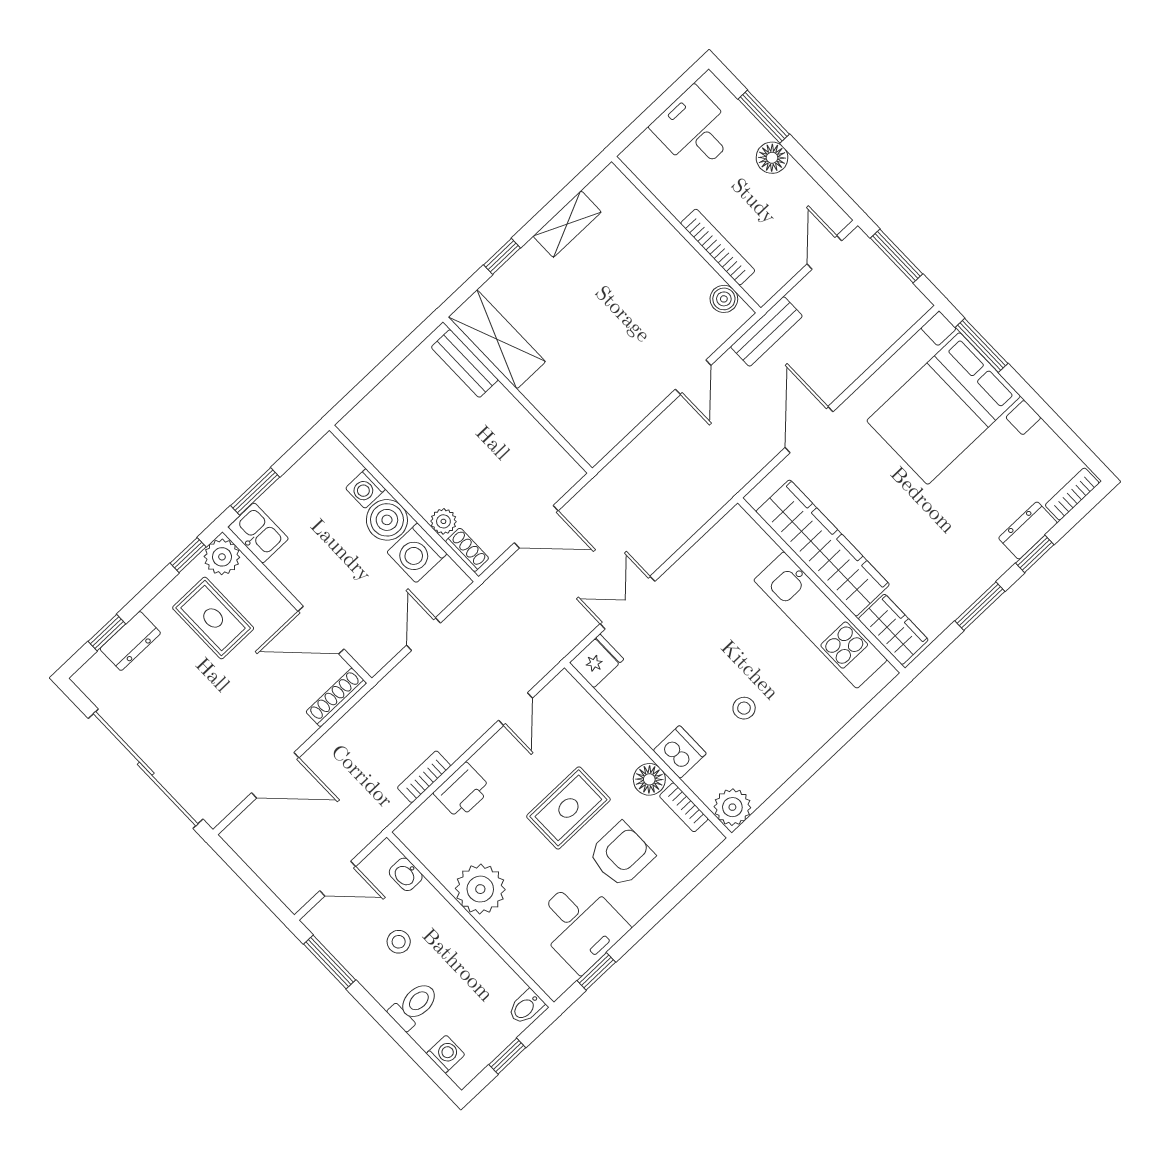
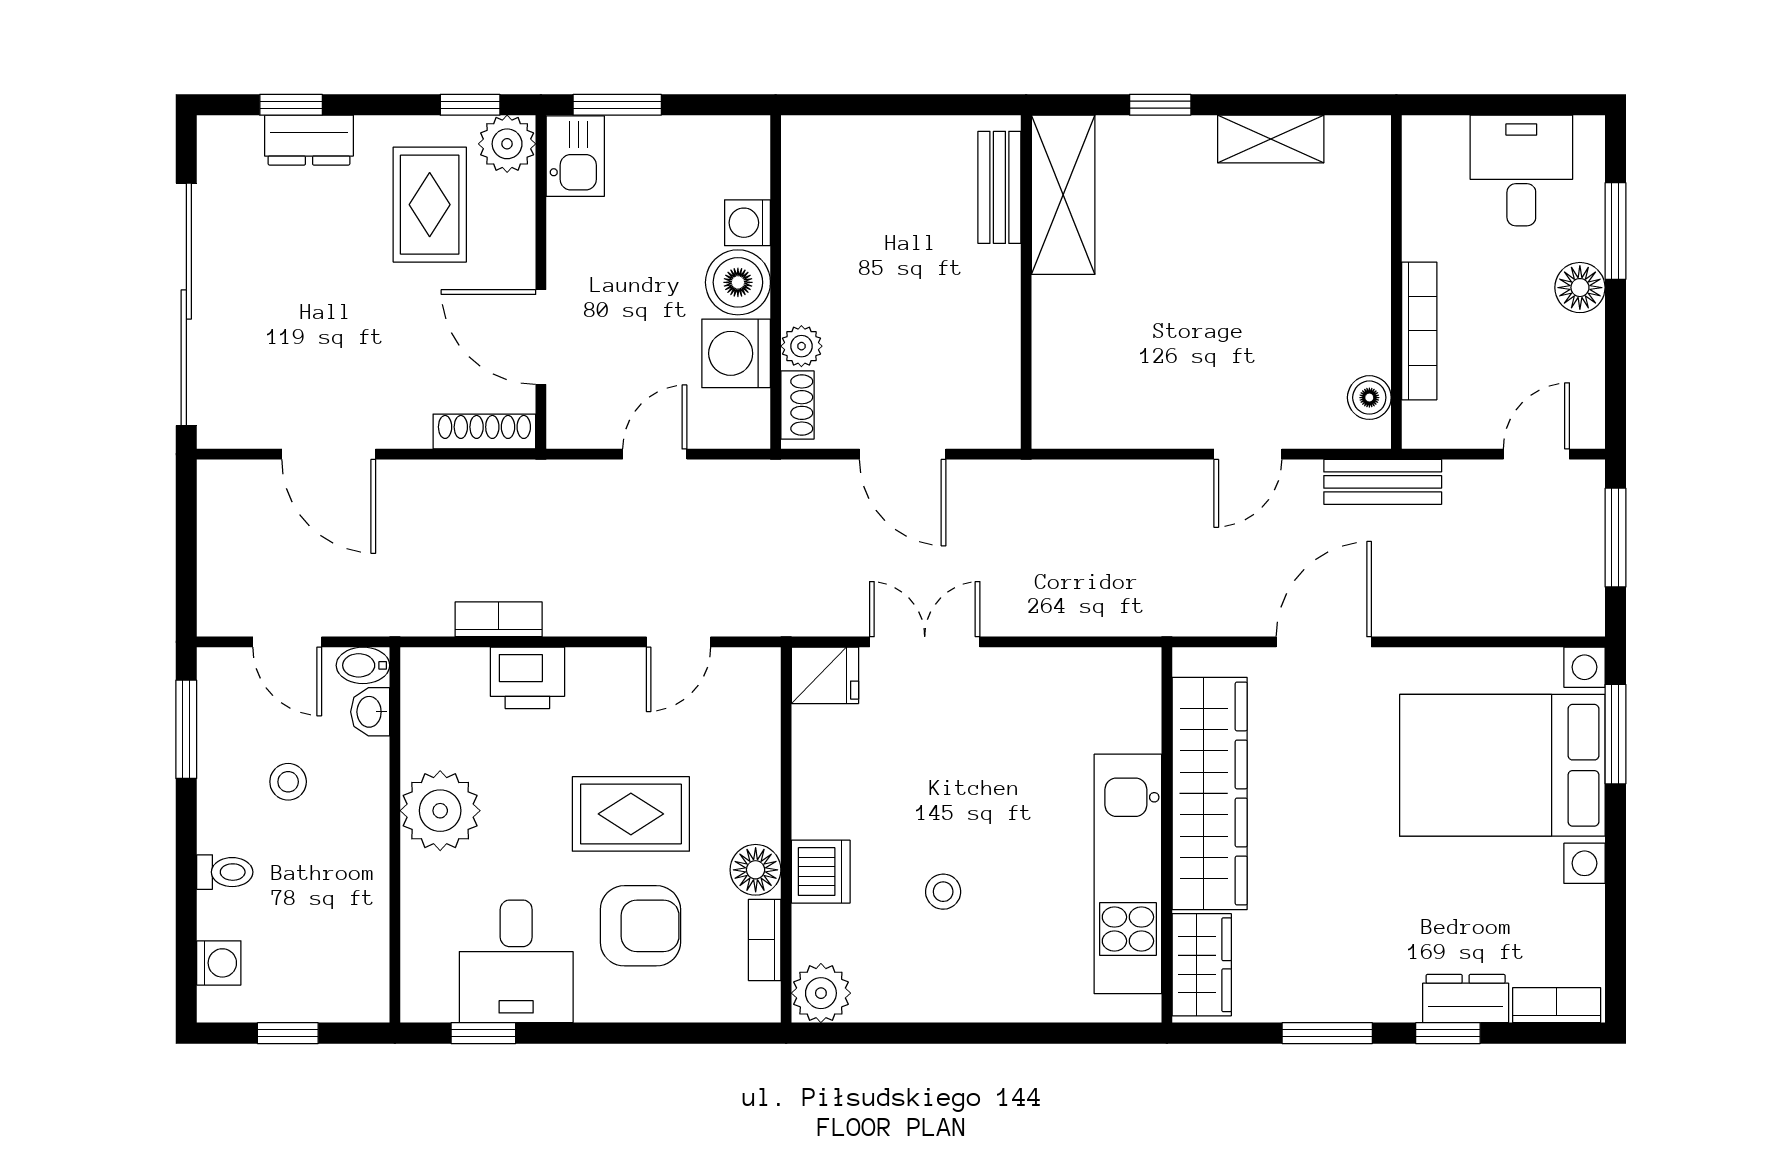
toilet: (414, 1005) -> (225, 872), width x0.73, depth x0.72
bidet: (526, 1007) -> (363, 665), moved

